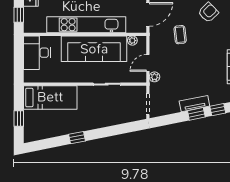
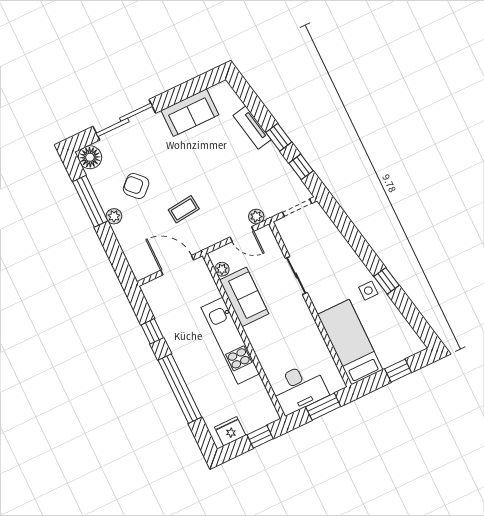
kitchen unit: (86, 25) -> (230, 341), width x0.73
sofa: (94, 49) -> (244, 297), width x0.54, depth x0.79
window: (19, 62) -> (323, 407), added
tv unit: (194, 104) -> (252, 128), moved
window: (218, 110) -> (301, 167), moved
side table: (76, 124) -> (368, 291), added

